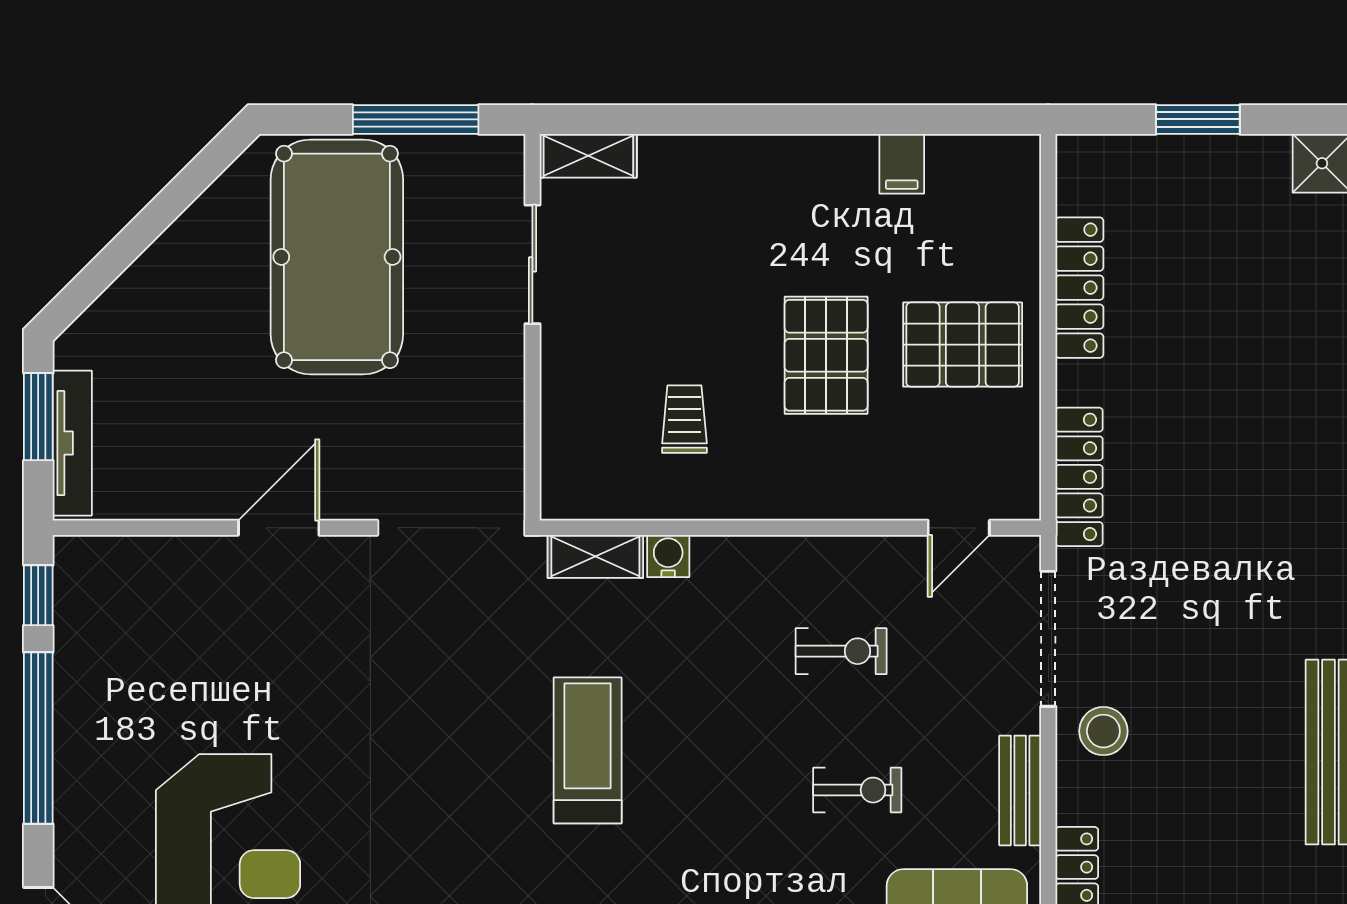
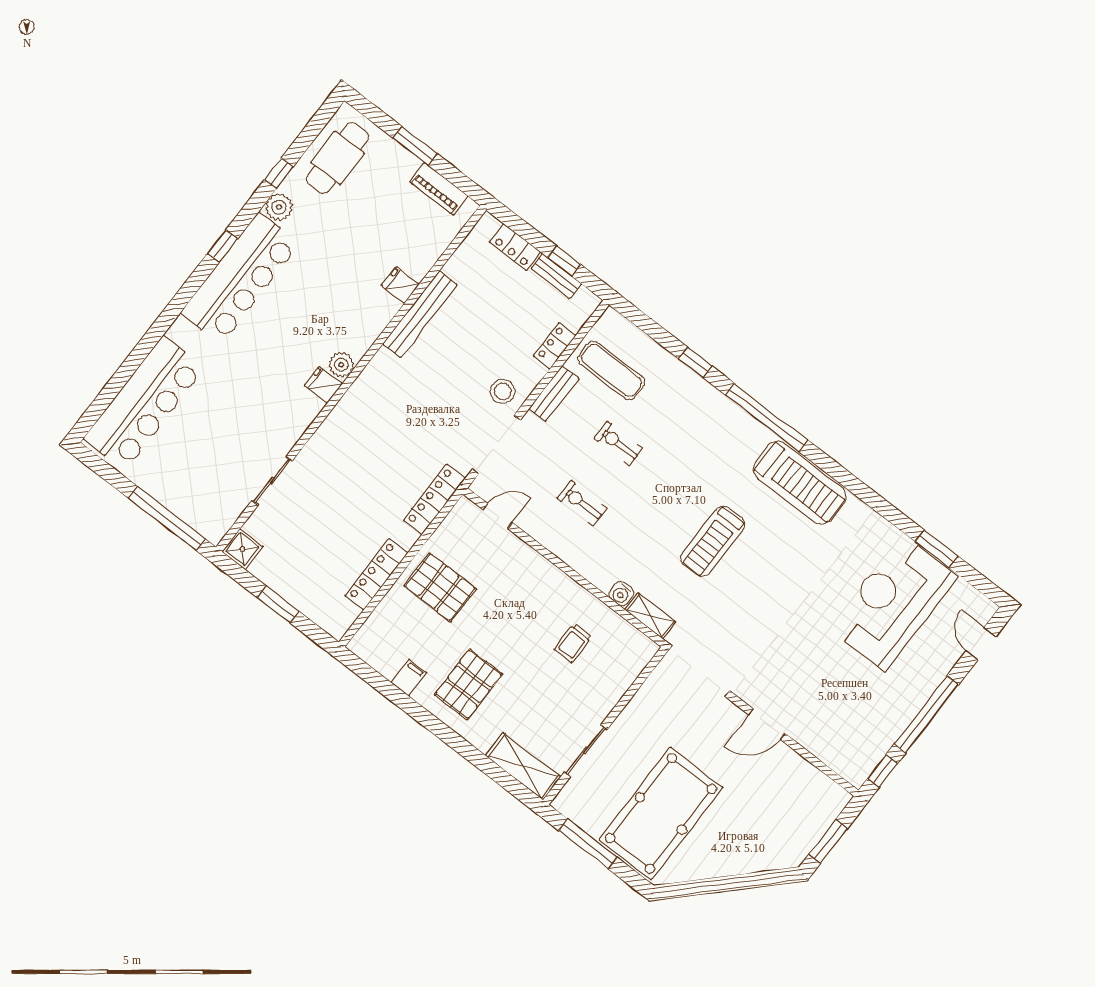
shelving: (588, 156) -> (523, 766), width x1.50, depth x1.33
pallet: (826, 355) -> (468, 684), moved
tv unit: (72, 443) -> (823, 821), removed

